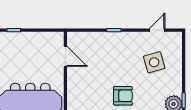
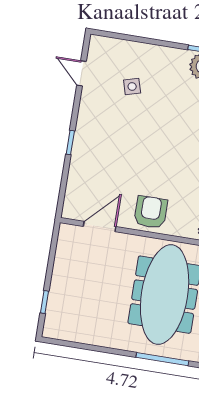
side table: (154, 62) -> (132, 87), width x0.54, depth x0.54
armchair: (123, 96) -> (151, 212), moved

